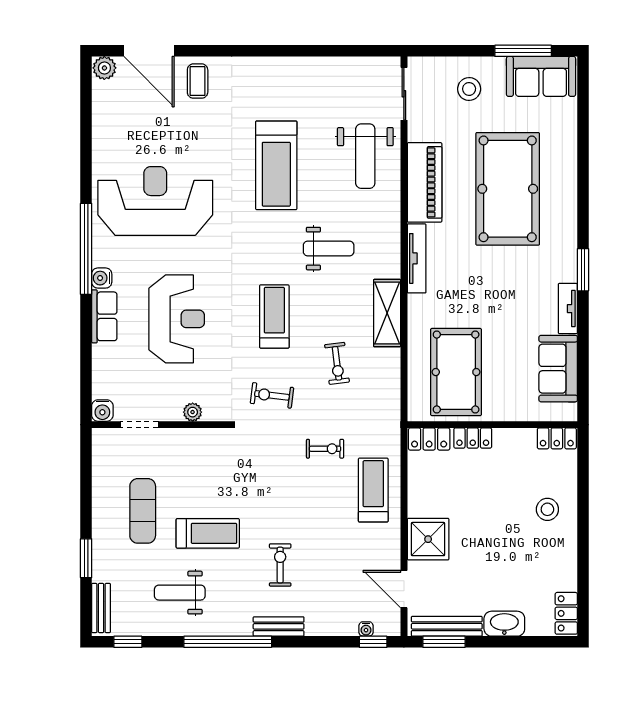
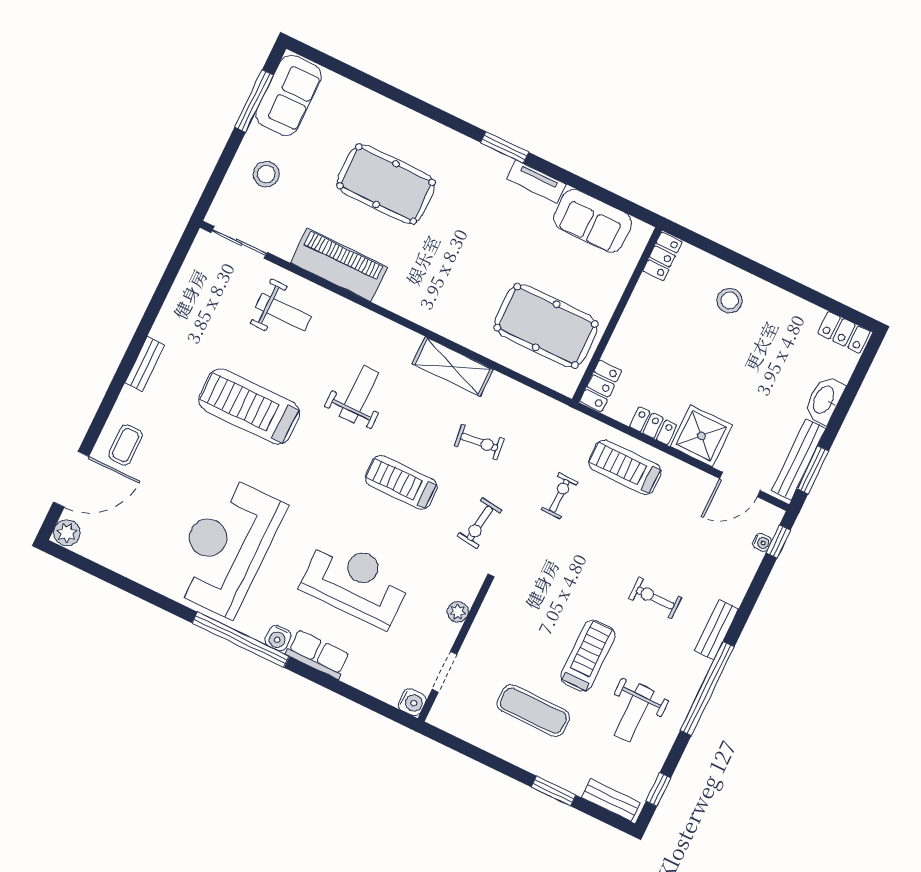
bench: (270, 65) -> (145, 364), added
coffee table: (198, 81) -> (125, 445), turned 90
weight bench: (365, 156) -> (283, 312), width x0.73, depth x0.75
treadmill: (276, 165) -> (249, 407), turned 180
pool table: (508, 189) -> (386, 184), width x0.73, depth x0.76
tv unit: (417, 258) -> (412, 310), removed
locker: (473, 438) -> (653, 426), moved, turned -90

